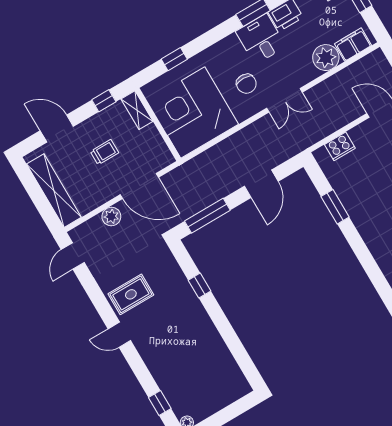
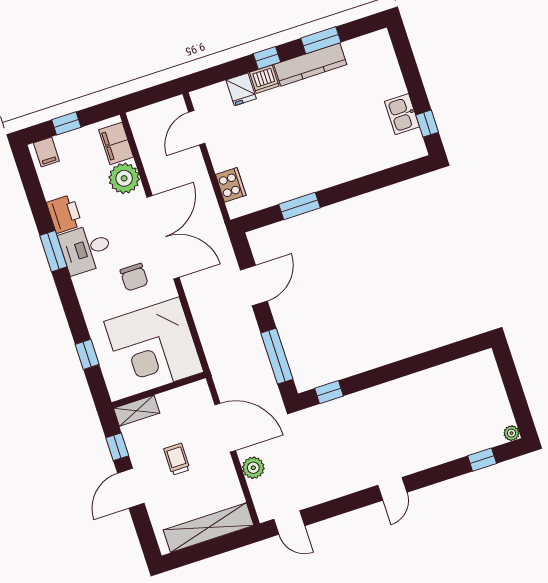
chair: (246, 84) -> (134, 277), turned 89
double door: (284, 100) -> (163, 237), width x1.87
door: (57, 129) -> (131, 488), moved
door: (261, 184) -> (254, 286), hinge flipped
door: (139, 186) -> (225, 428), hinge flipped
window: (200, 286) -> (329, 392), moved
rug: (131, 294) -> (349, 465), removed

